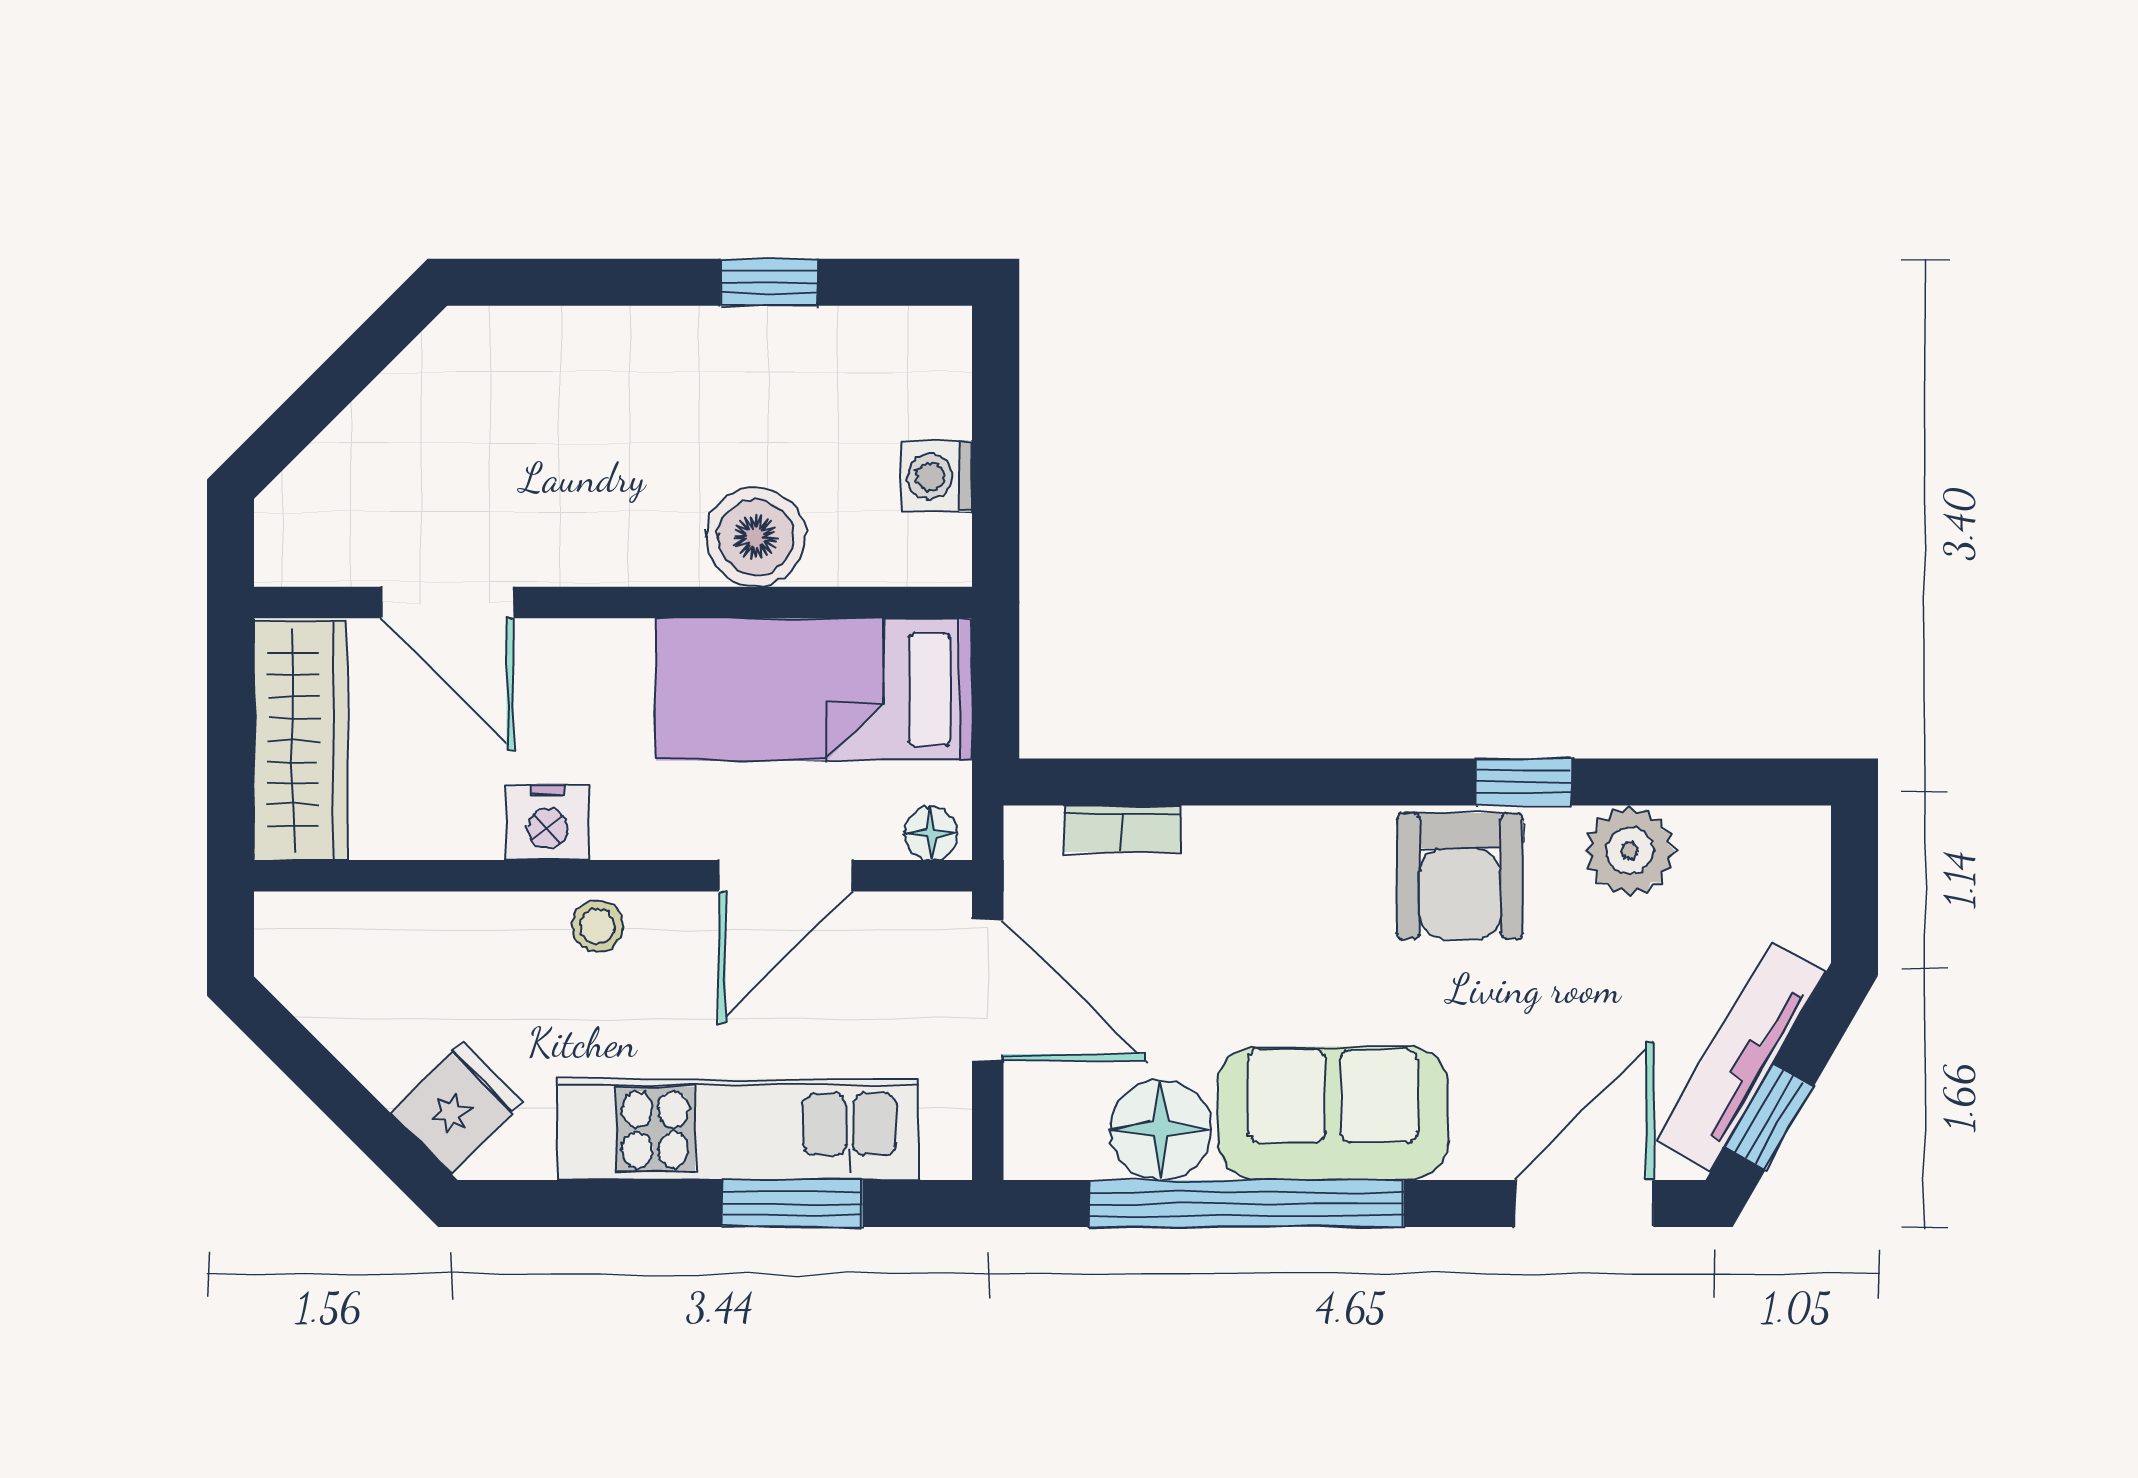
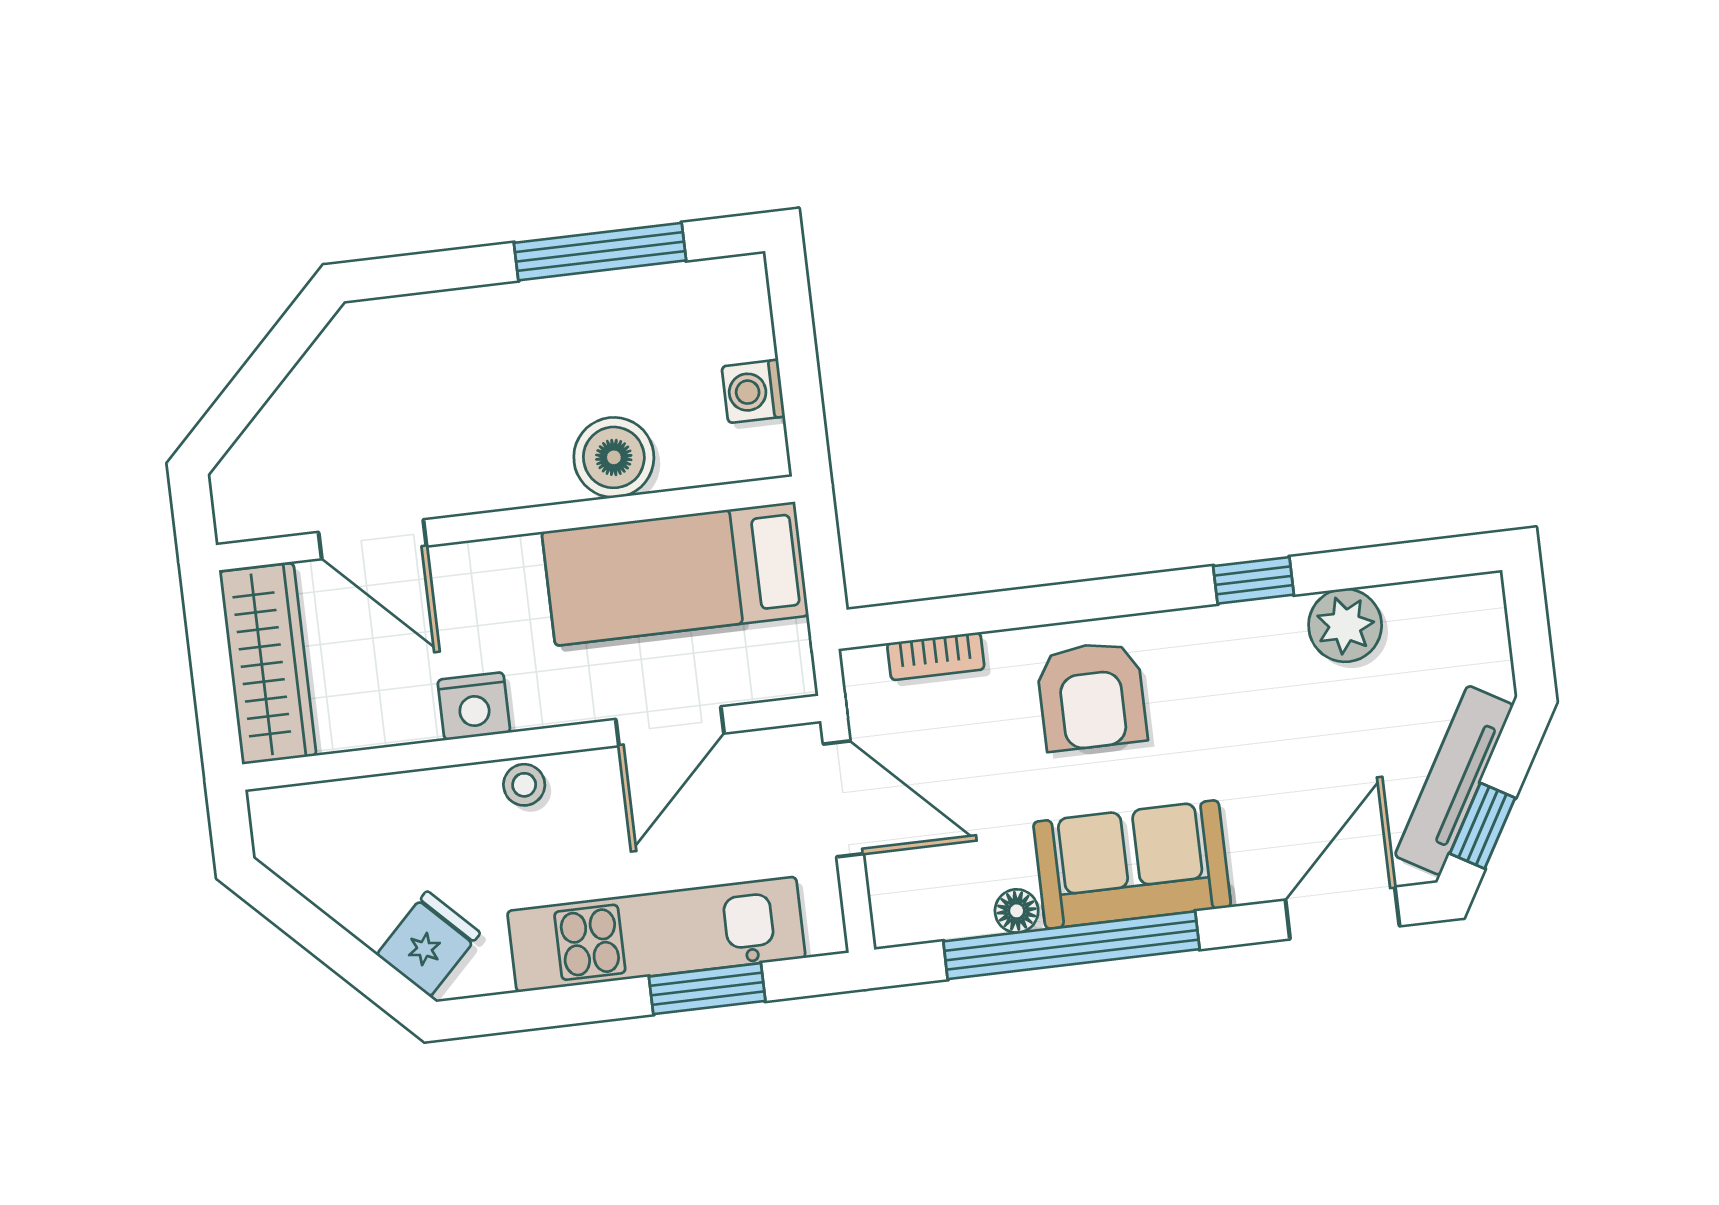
window: (769, 282) -> (600, 252), width x2.17
floor lamp: (931, 834) -> (783, 679), removed
armchair: (1460, 876) -> (1092, 696), moved
floor lamp: (1160, 1130) -> (1017, 911), width x0.53, depth x0.53

